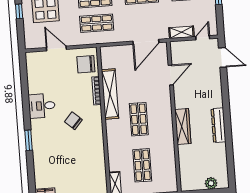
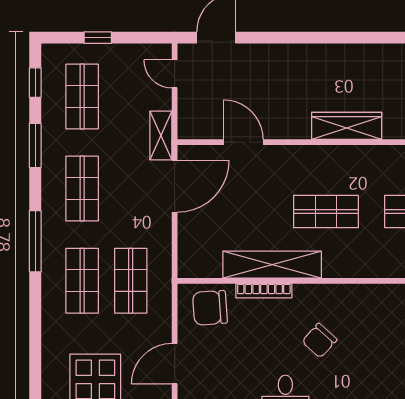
shelving: (181, 32) -> (161, 136), moved
door: (146, 42) -> (175, 186), hinge flipped
chair: (86, 64) -> (210, 308), turned 86
dresser: (219, 125) -> (349, 55), removed

